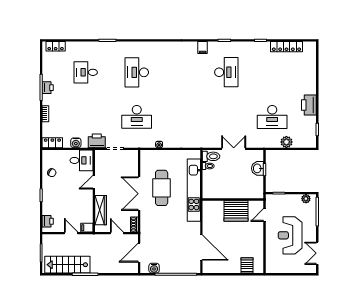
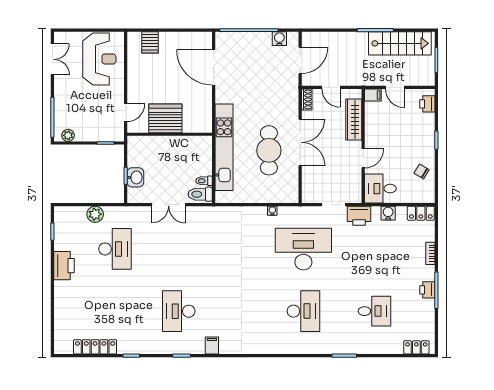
desk: (137, 117) -> (303, 249), width x1.36, depth x1.30
desk: (272, 117) -> (115, 249), turned 90
reception desk: (290, 235) -> (99, 59), moved

